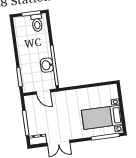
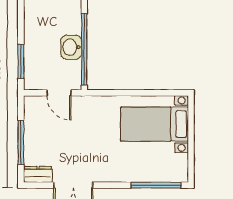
bed with nightstands: (102, 117) -> (155, 124), moved

